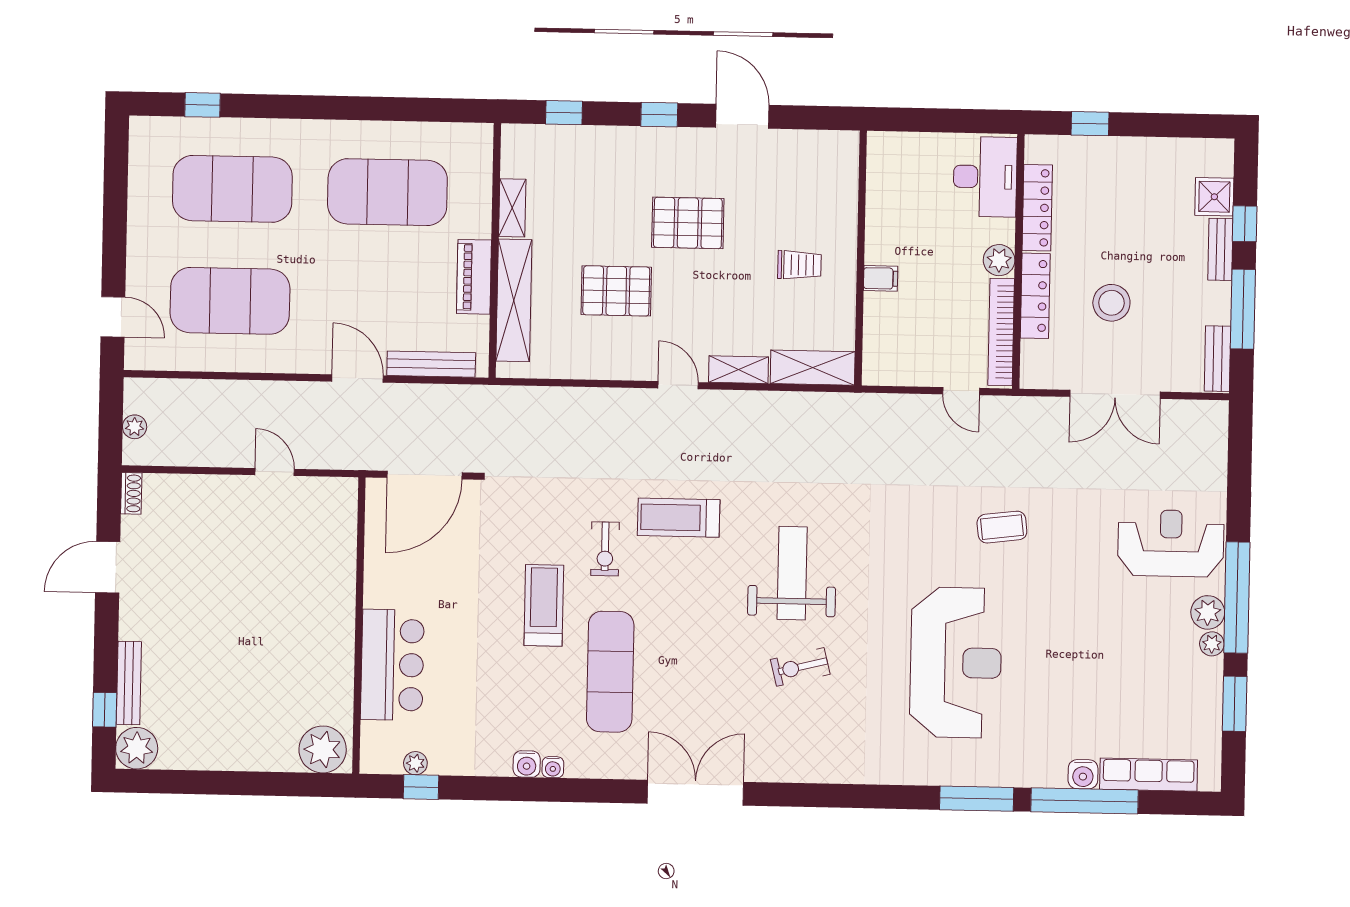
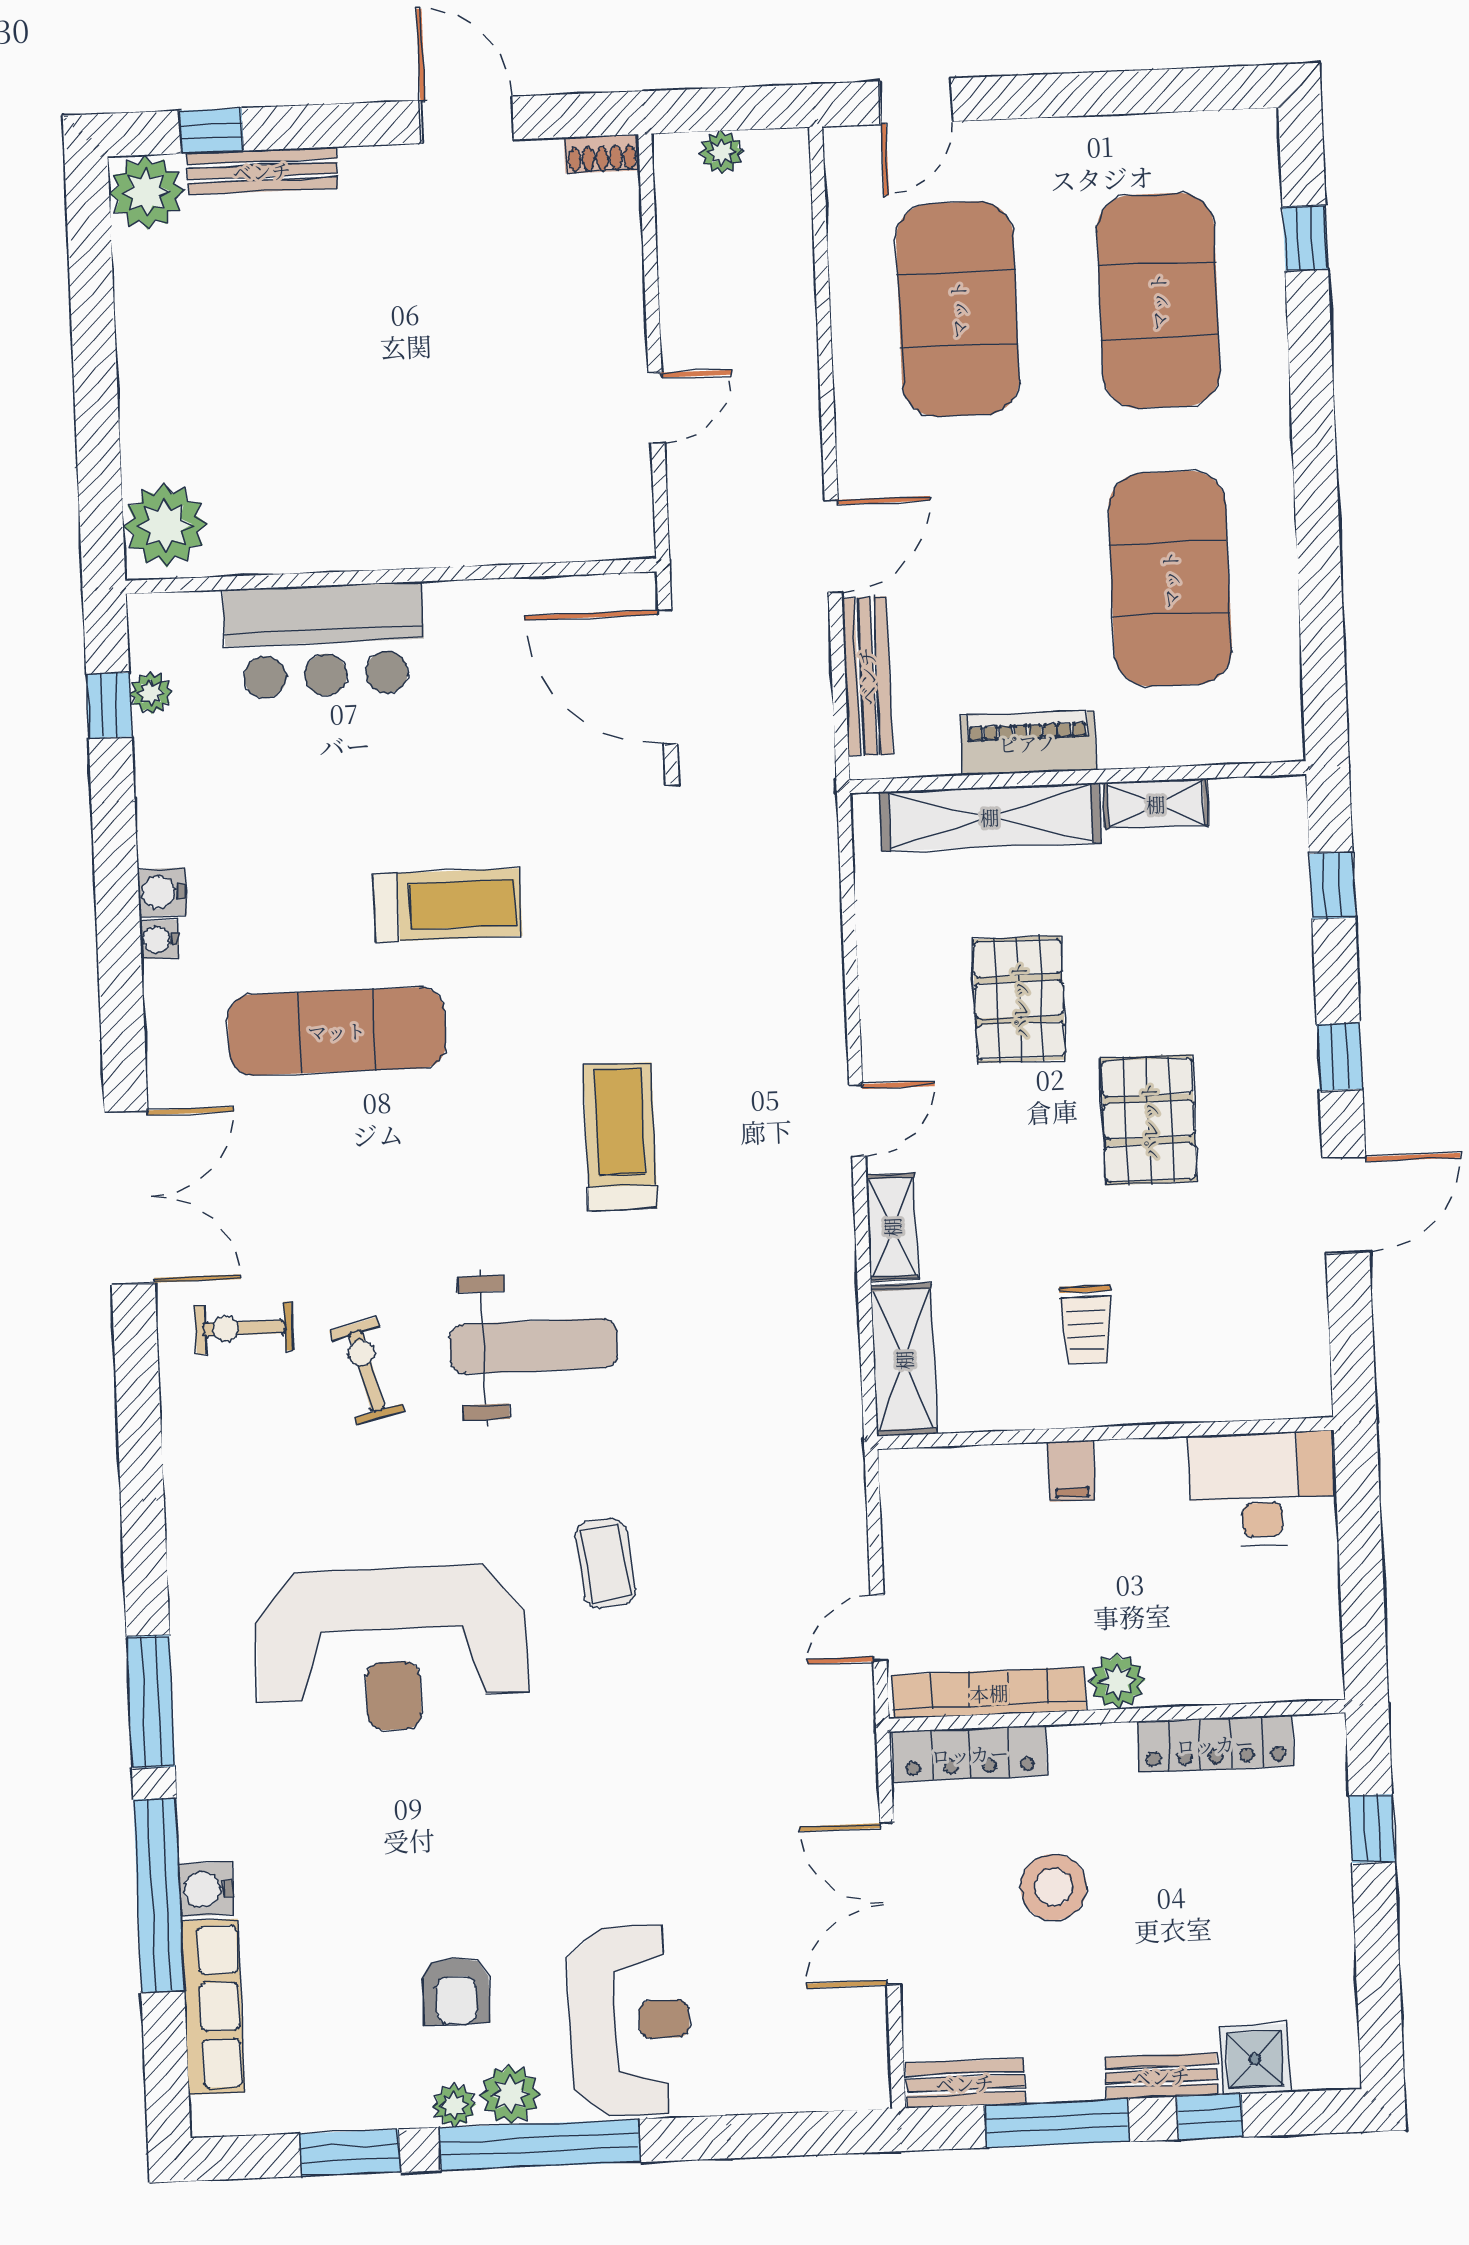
desk: (985, 177) -> (1262, 1489), moved, turned 180
locker: (1035, 296) -> (970, 1754), moved
coffee table: (1002, 527) -> (605, 1563), moved
exercise bike: (605, 549) -> (244, 1328), moved
armchair: (1148, 639) -> (456, 1991), added

